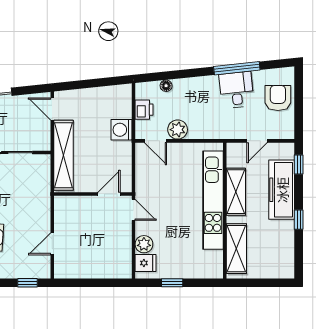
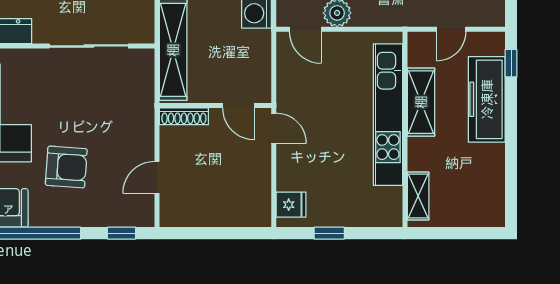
door: (109, 194) -> (239, 106), swing flipped
shoe rack: (71, 201) -> (184, 116), added
window: (299, 220) -> (511, 142), removed
plant: (144, 244) -> (289, 178), removed
shelving: (236, 249) -> (418, 196), width x0.67, depth x0.75

